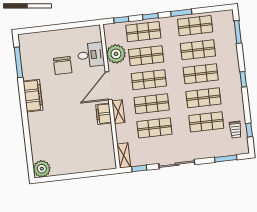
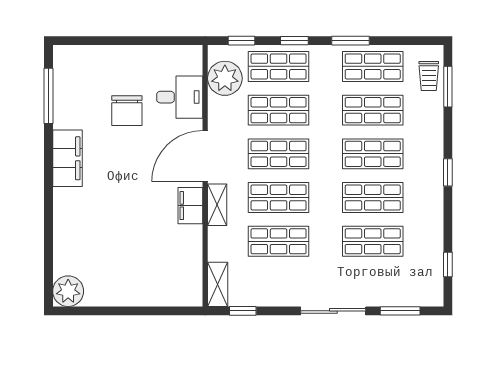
plant: (116, 54) -> (225, 78), moved
trolley: (235, 130) -> (429, 76), moved
sliding door: (177, 164) -> (333, 311), moved

